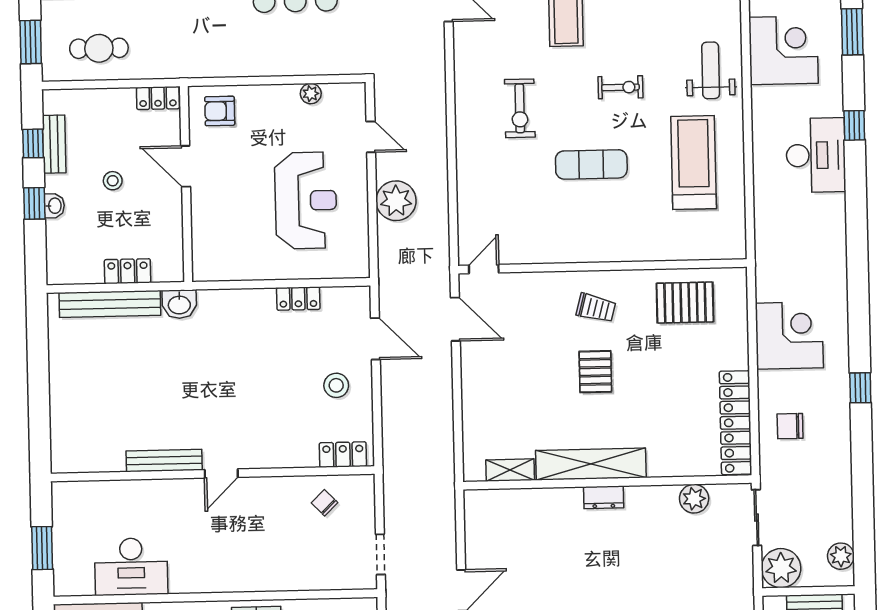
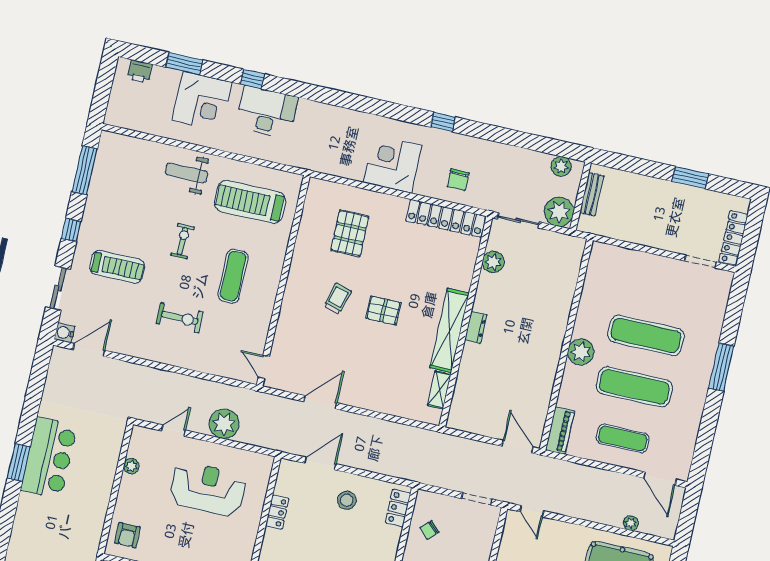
corner desk: (784, 50) -> (202, 101), moved, turned 180
wall: (602, 266) -> (283, 281), moved
door: (484, 269) -> (264, 367), moved

